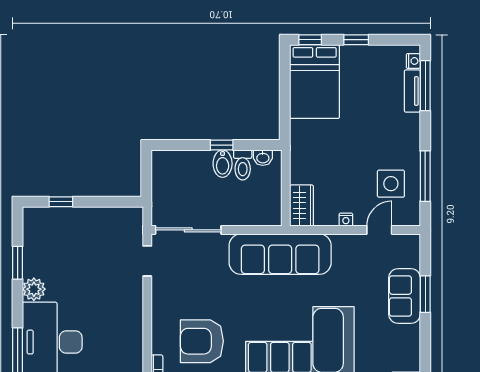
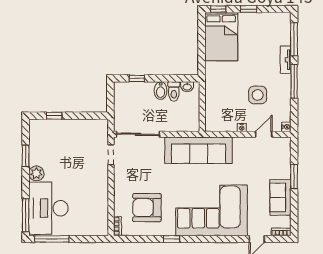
nightstand: (413, 61) -> (286, 127), moved
tv unit: (412, 91) -> (286, 60), moved
window: (222, 145) -> (137, 78), moved
window: (425, 176) -> (294, 81), moved
side table: (391, 184) -> (258, 95), moved
wardrobe: (302, 206) -> (213, 118), removed
sofa: (405, 296) -> (280, 197), moved

